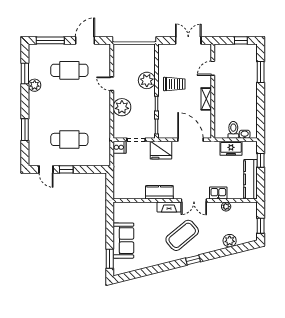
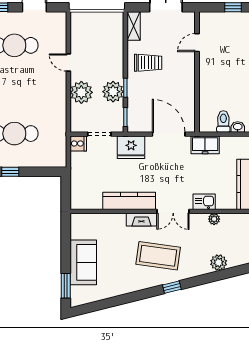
plant: (147, 80) -> (113, 92), moved
shelving: (206, 99) -> (134, 26), moved
freezer: (231, 148) -> (205, 145), moved
kitchen counter: (159, 192) -> (129, 201), width x1.50
coffee table: (182, 235) -> (158, 256), turned 48

